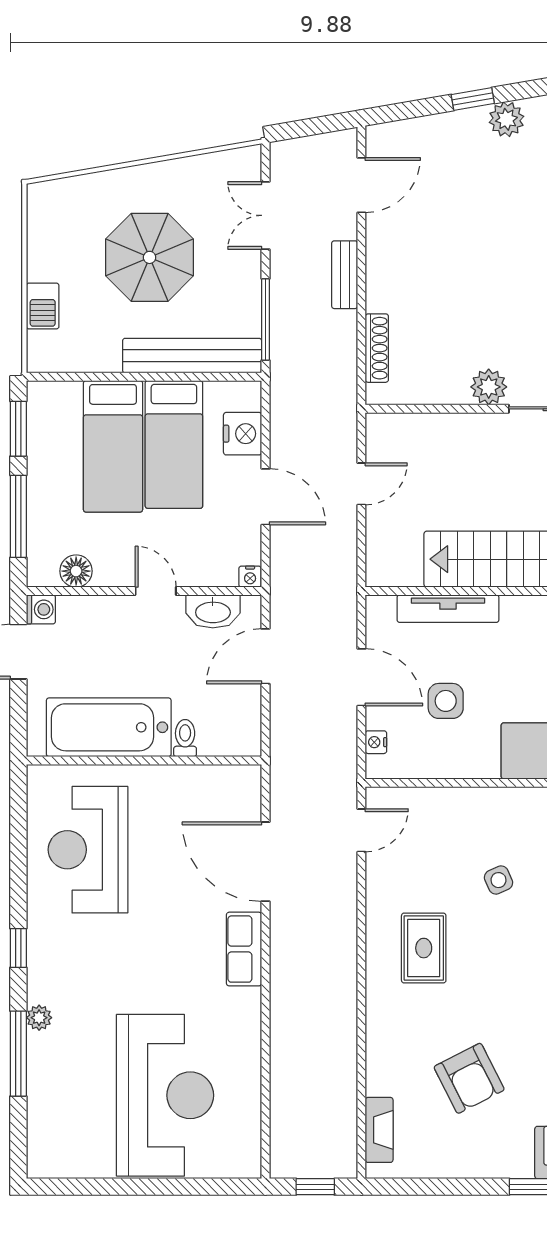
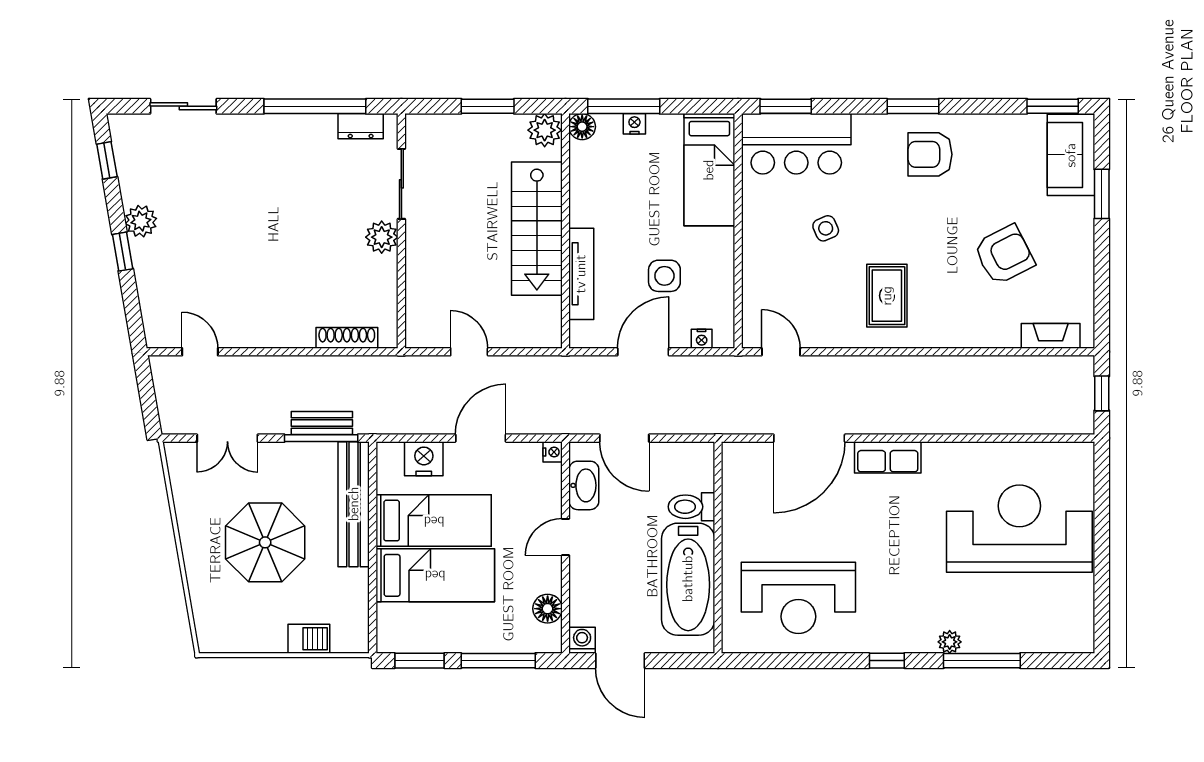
door: (361, 185) -> (200, 352), width x0.73
bench: (345, 275) -> (322, 423), moved
toilet: (185, 738) -> (691, 507), width x1.37, depth x1.39
rug: (424, 948) -> (887, 296), turned 90

